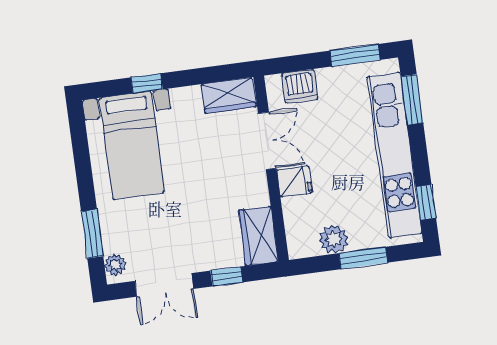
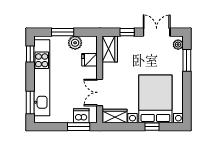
window: (355, 55) -> (79, 127), moved
bed with nightstands: (132, 145) -> (155, 99), width x1.36
fridge: (295, 181) -> (90, 60), moved

